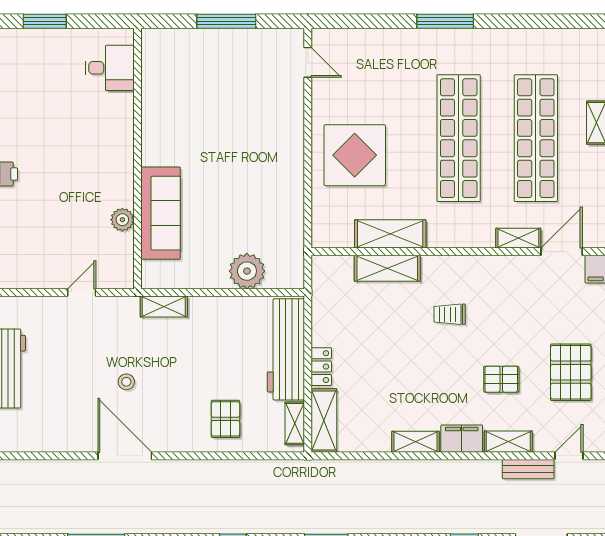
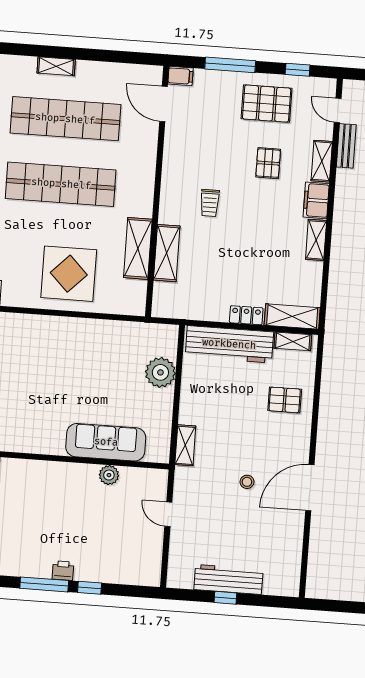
shelving: (518, 238) -> (149, 140), removed

